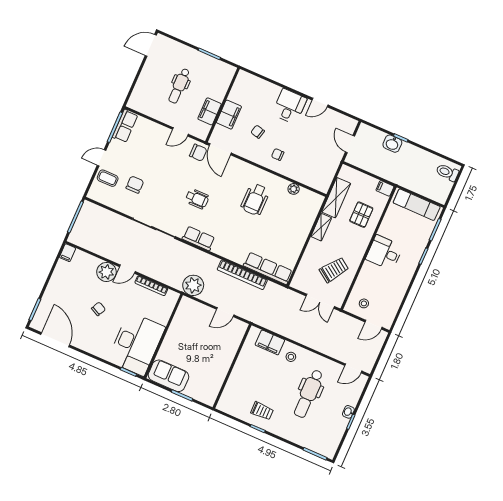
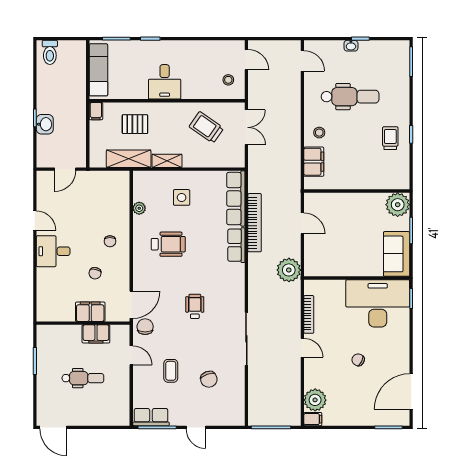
coffee table: (108, 178) -> (171, 371), moved
chair: (135, 185) -> (209, 379), turned -109
side table: (287, 226) -> (182, 197), added
row of seats: (199, 238) -> (236, 245), moved
plant: (106, 272) -> (315, 400), moved
plant: (207, 394) -> (398, 205), added

